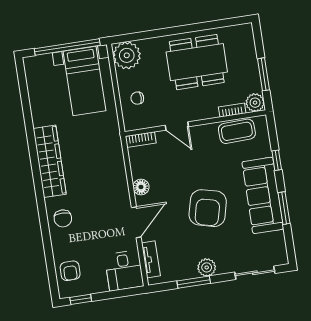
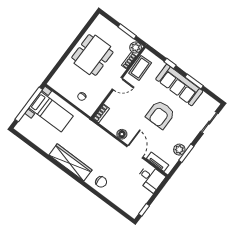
plant: (127, 55) -> (59, 82), removed
door: (177, 126) -> (117, 84), moved
armchair: (208, 208) -> (160, 115), turned 76
plant: (207, 267) -> (179, 150), moved
armchair: (70, 271) -> (127, 202), removed

